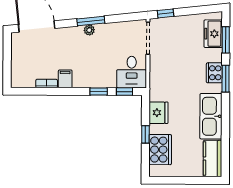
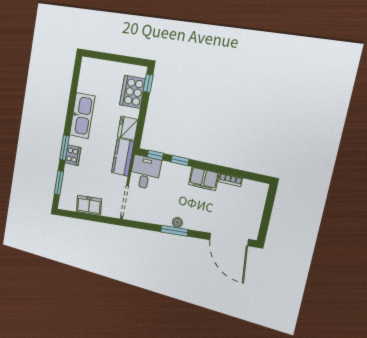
window: (166, 13) -> (105, 220), removed
freezer: (213, 34) -> (89, 205), moved, turned -96
filing cabinet: (65, 79) -> (204, 179), width x2.00
window: (145, 134) -> (148, 83), moved
kitchen counter: (213, 159) -> (123, 157), moved, turned 180

